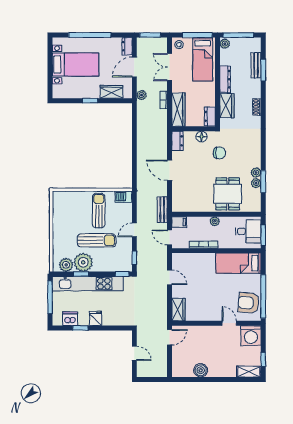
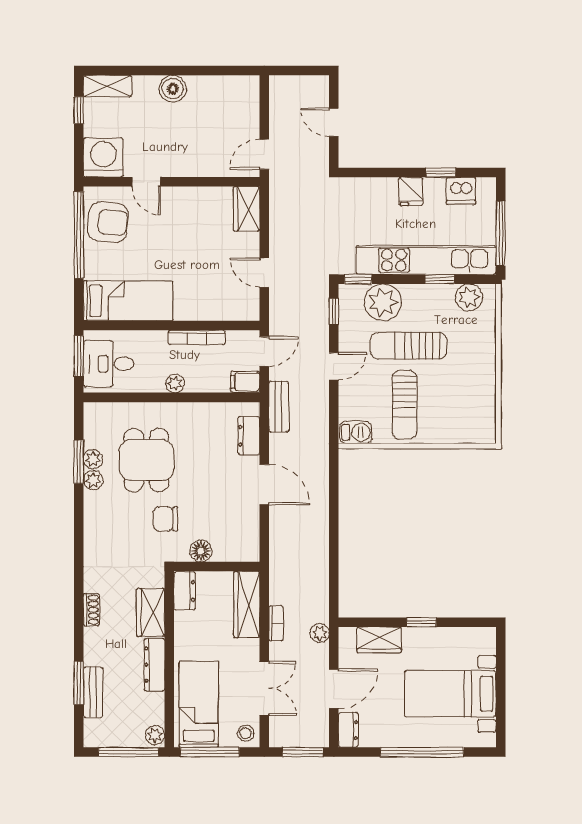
dresser: (177, 141) -> (249, 436), moved
dining table: (228, 194) -> (146, 460), moved
door: (170, 237) -> (264, 352), hinge flipped
plant: (83, 262) -> (383, 302), moved
boiler: (201, 370) -> (173, 89), moved

